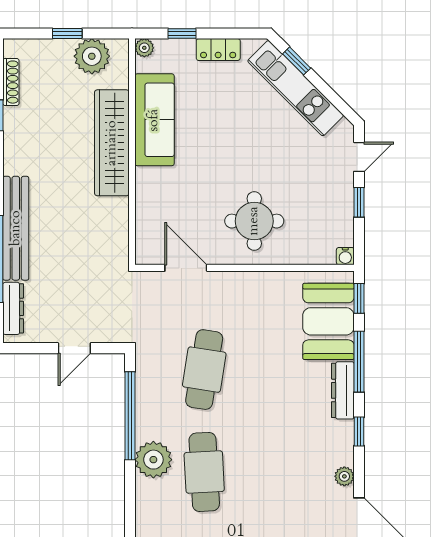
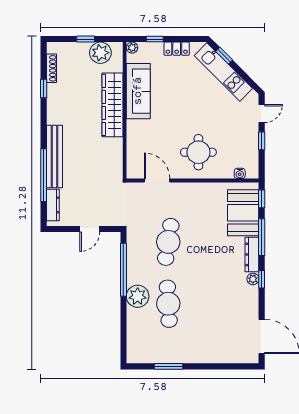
water cooler: (345, 256) -> (240, 173), moved
plant: (344, 476) -> (253, 279), moved

